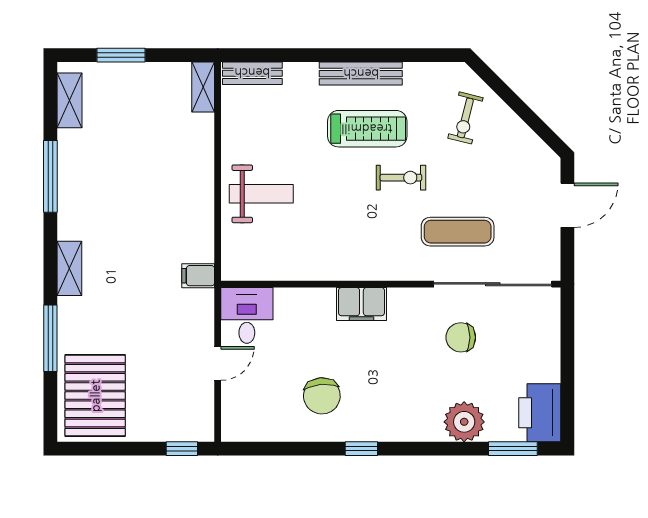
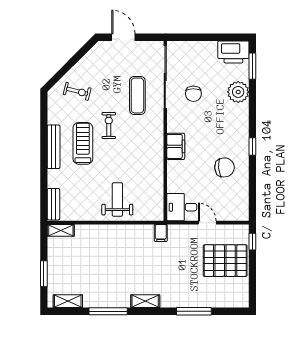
shelving: (69, 268) -> (145, 301), moved
pallet: (95, 396) -> (225, 261), moved

